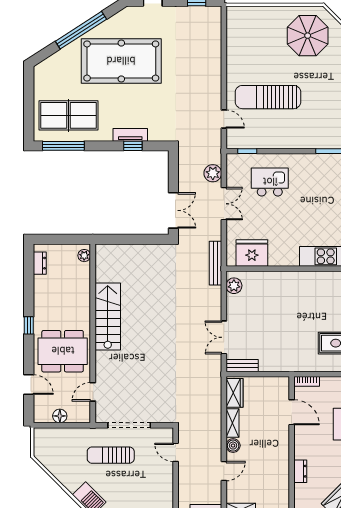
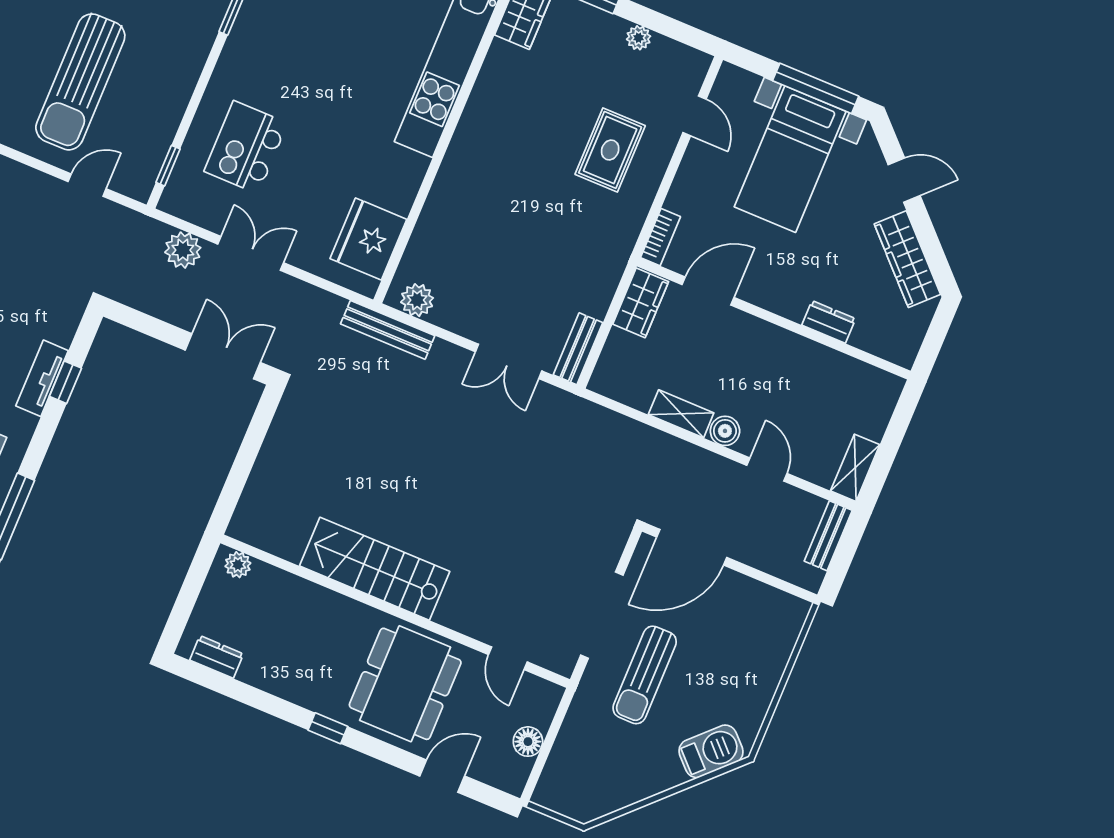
bench: (215, 263) -> (388, 330), moved
wardrobe: (235, 393) -> (641, 303), moved, turned 90
door: (176, 452) -> (692, 547), width x1.87

